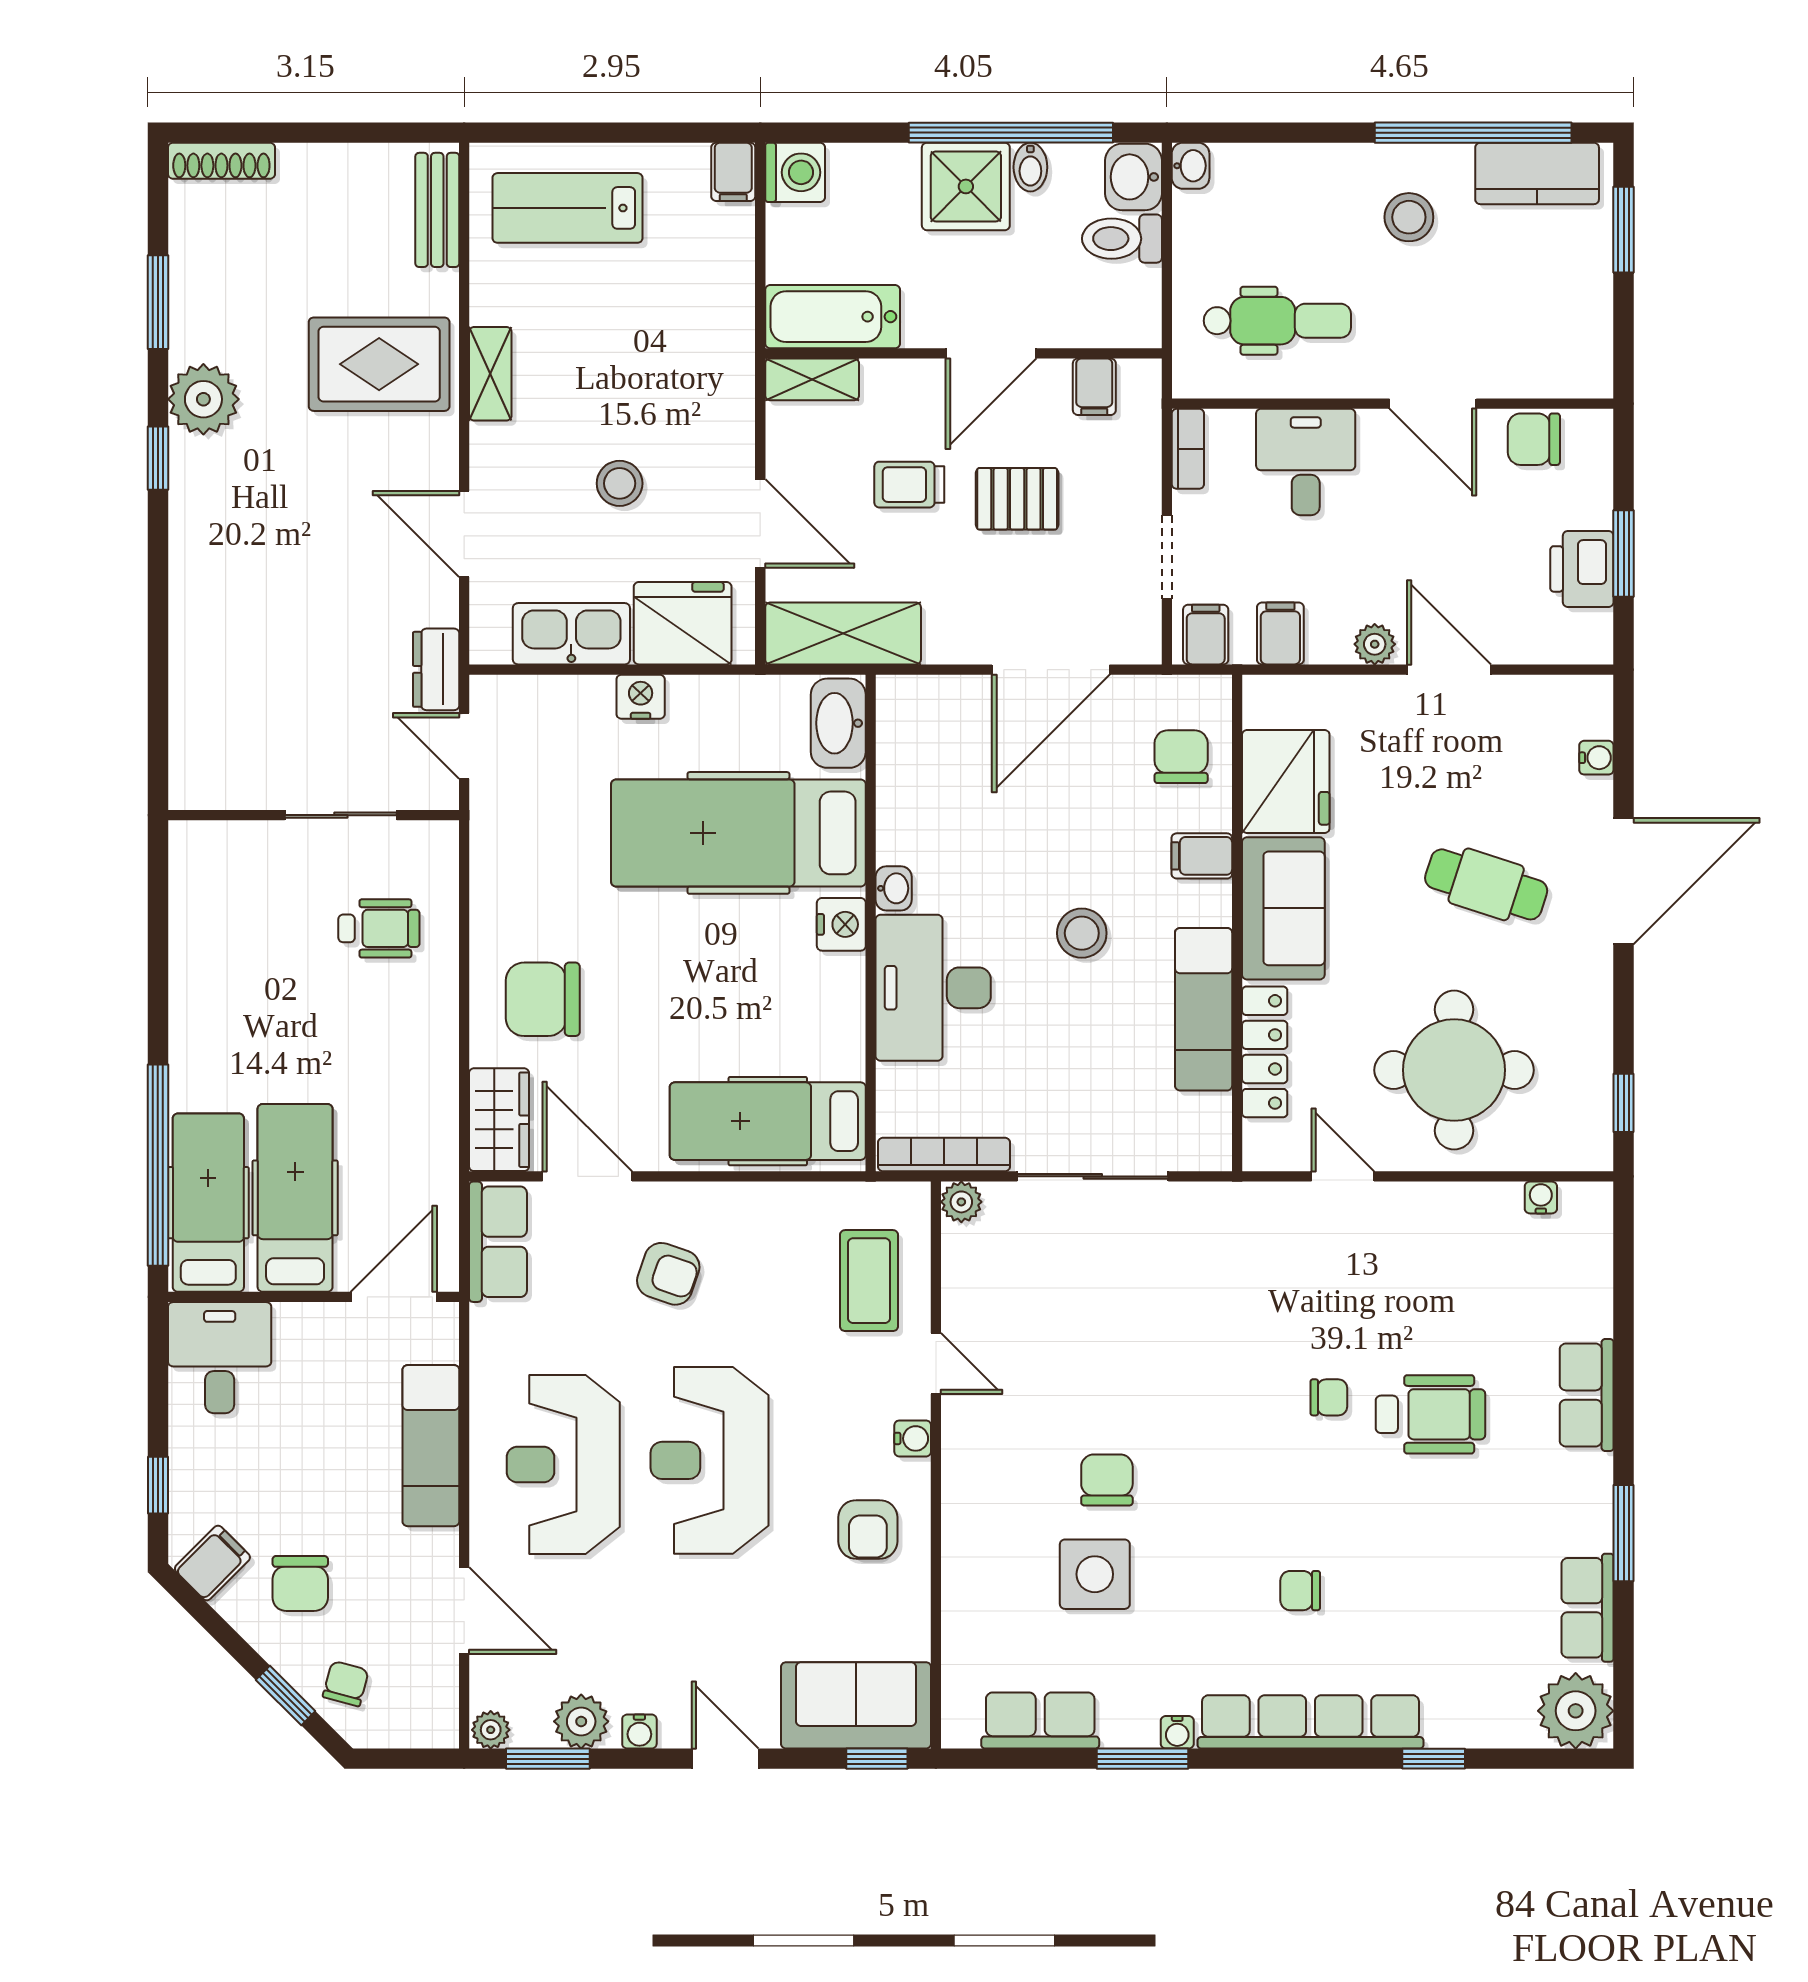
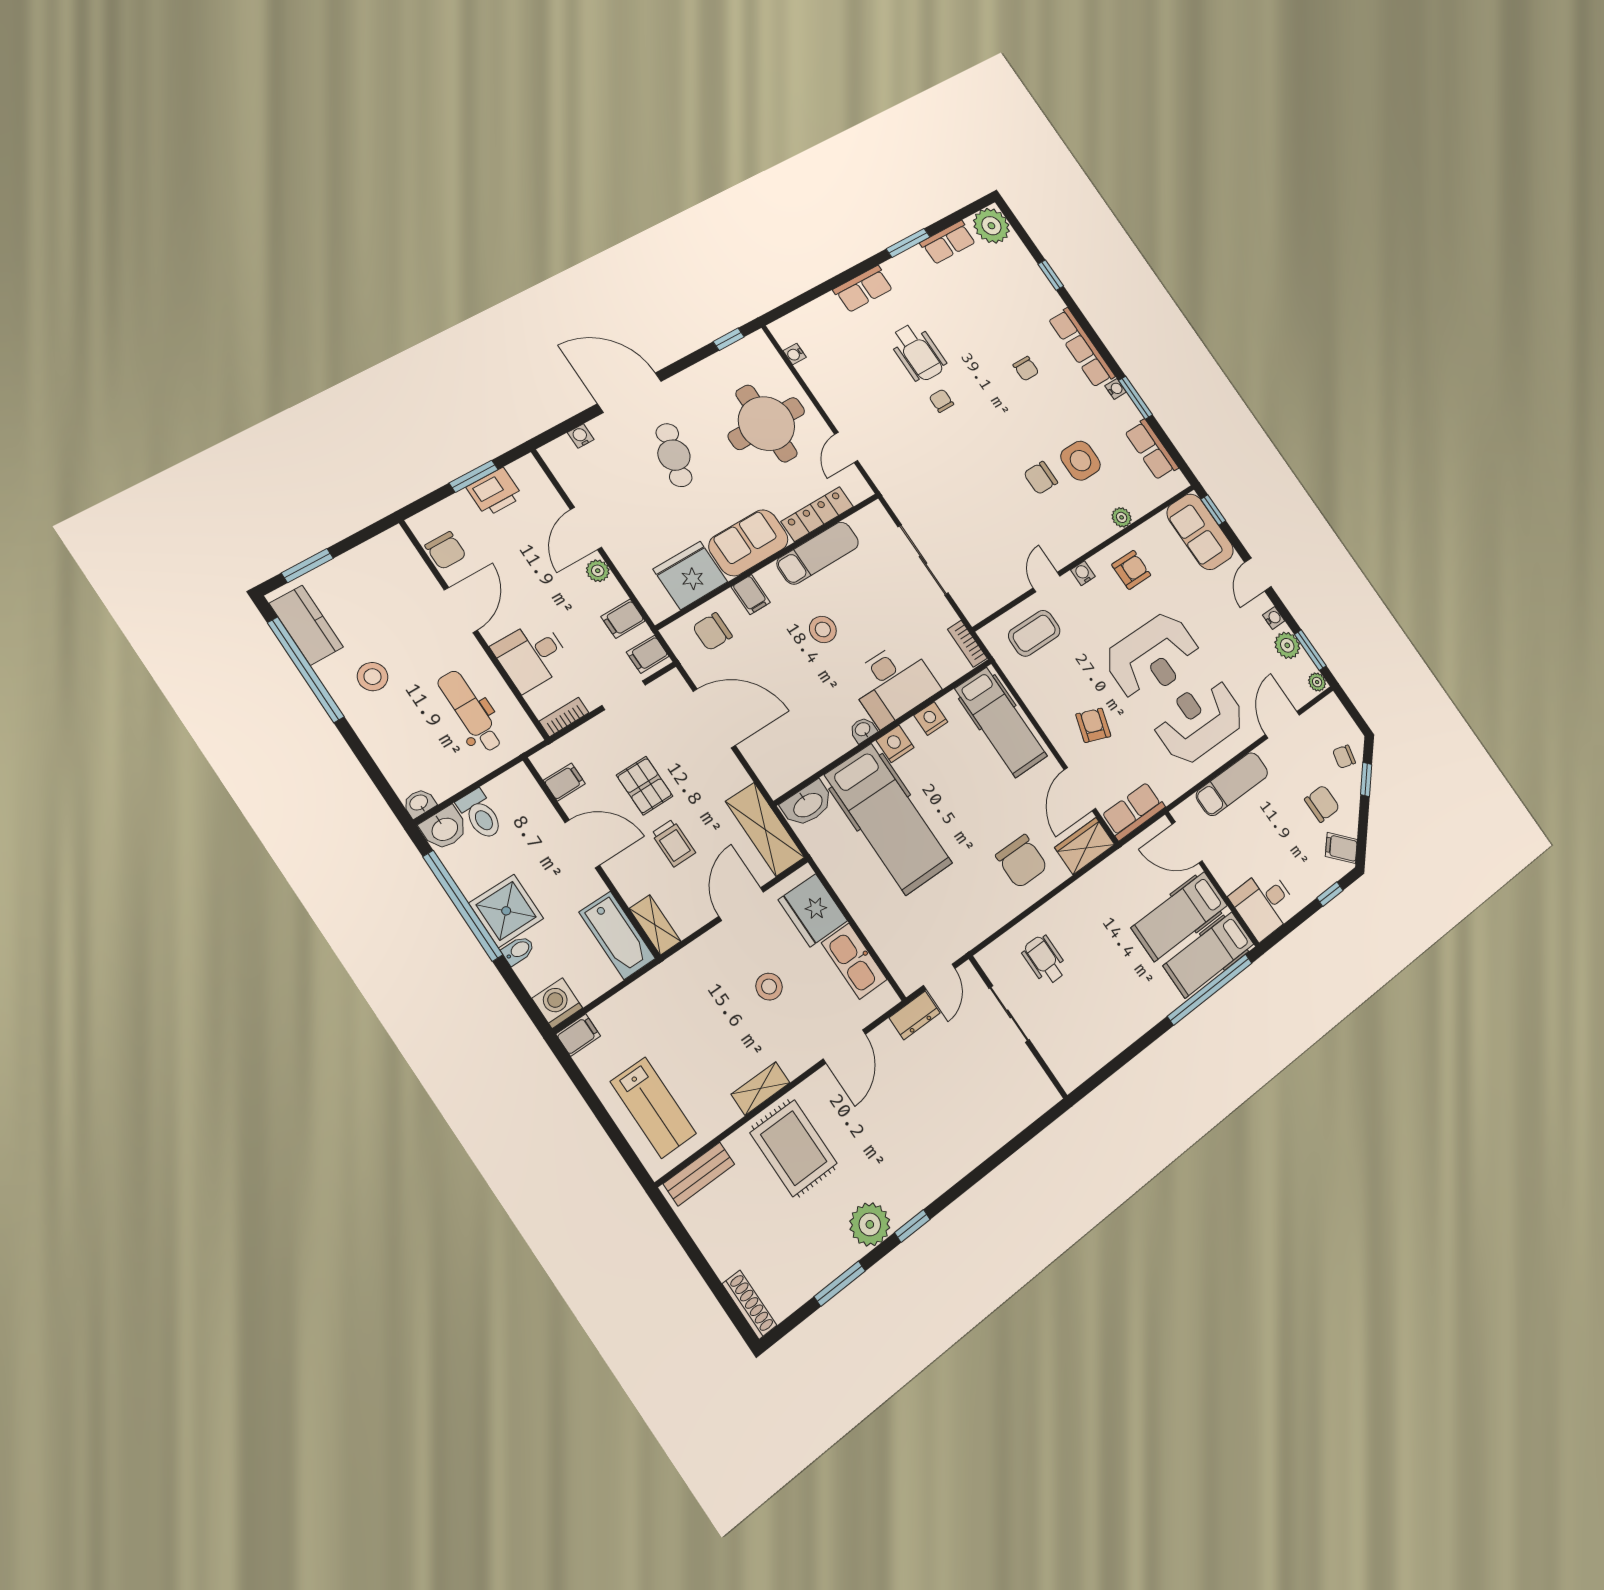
bidet: (1030, 167) -> (518, 950), moved
nightstand: (641, 697) -> (931, 719), moved, turned 90
bookcase: (944, 1155) -> (967, 644), width x0.64
plant: (961, 1202) -> (1122, 517), moved
wheelchair: (1430, 1414) -> (918, 352), turned 180
reception desk: (563, 1465) -> (1199, 720), turned 180
row of seats: (1310, 1722) -> (1082, 348), width x0.73

